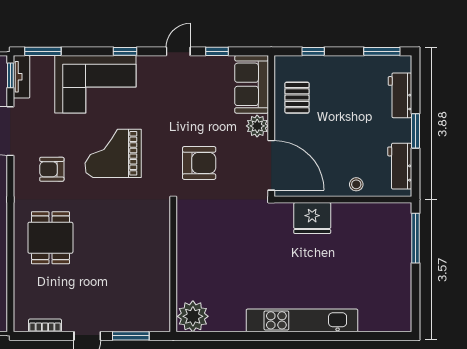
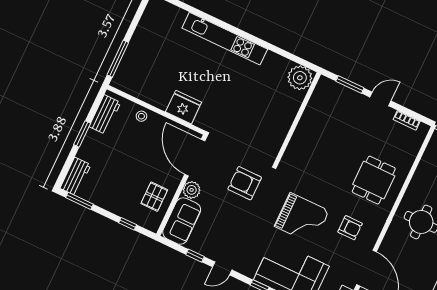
workbench: (400, 95) -> (75, 176), moved

